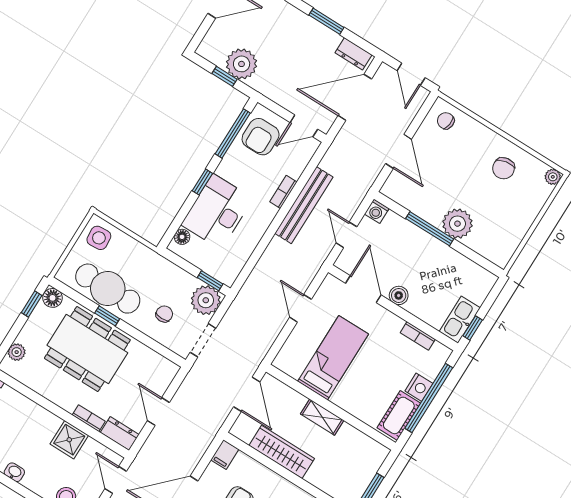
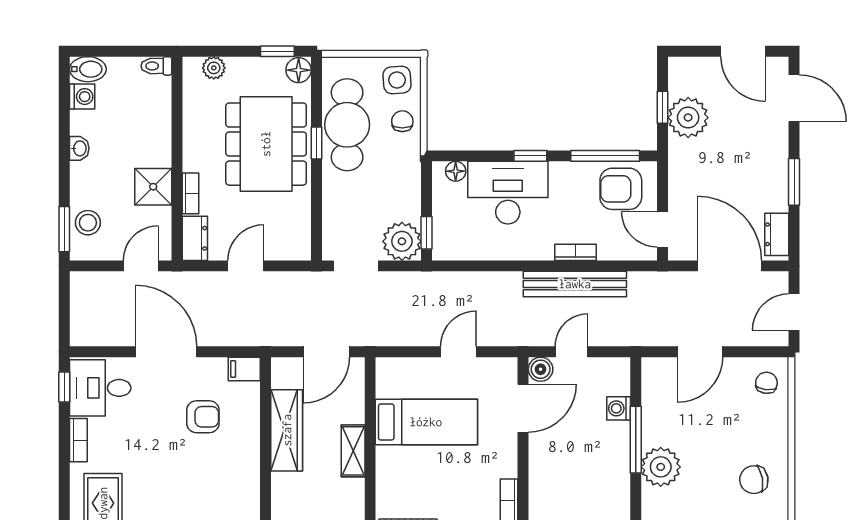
washing machine: (377, 211) -> (619, 408), moved
boiler: (399, 295) -> (541, 369), moved
chair: (164, 314) -> (402, 121), moved, turned -90

